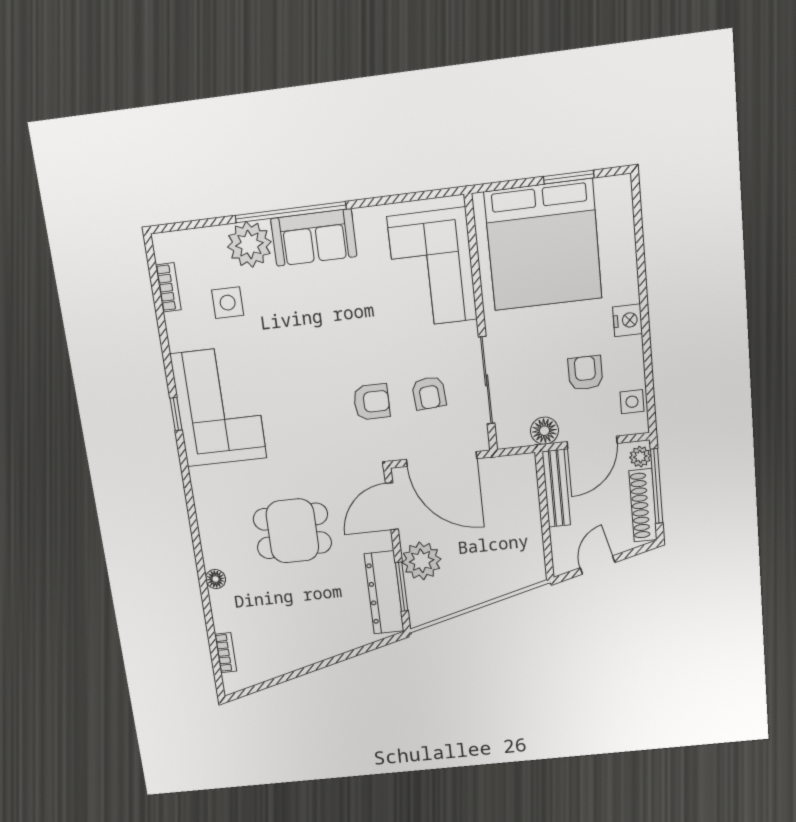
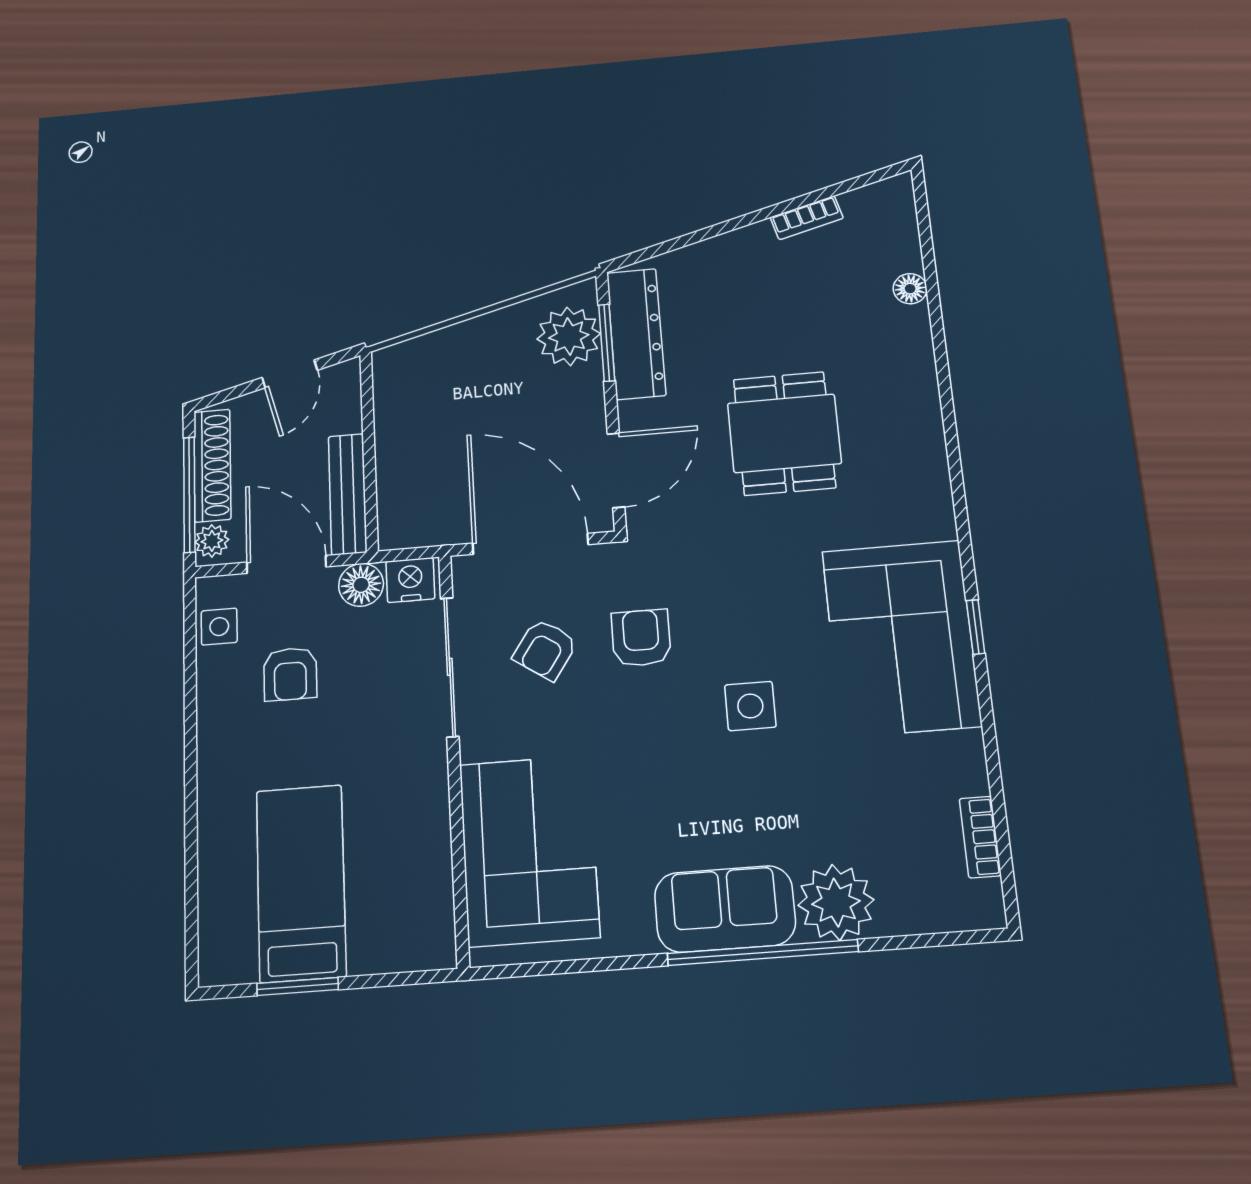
bed: (543, 245) -> (301, 883), width x0.49
side table: (228, 303) -> (750, 706), moved
nightstand: (628, 320) -> (410, 580), moved, turned 90
armchair: (429, 393) -> (545, 649), turned -142
armchair: (372, 402) -> (641, 638), turned 90
door: (592, 443) -> (286, 564), hinge flipped
dining table: (292, 531) -> (784, 433), turned 90
plant: (422, 561) -> (569, 336), moved
floor lamp: (216, 579) -> (910, 289), moved
bookcase: (226, 653) -> (807, 218), moved, turned -105

